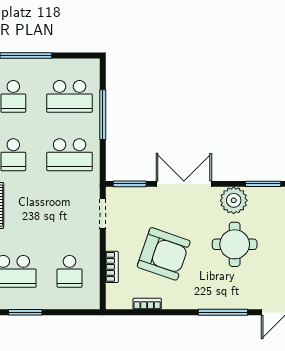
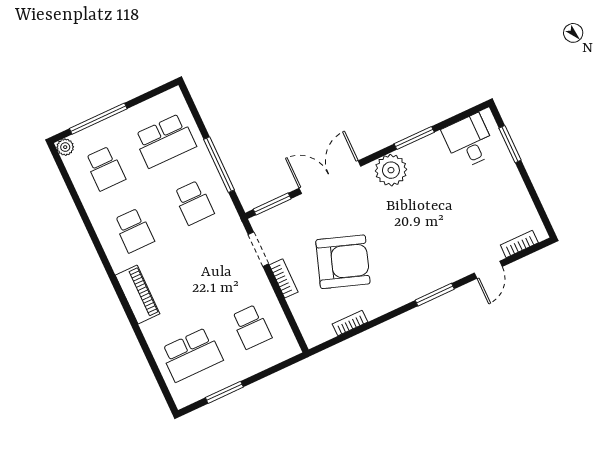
window: (103, 115) -> (219, 165), moved
school desk: (70, 155) -> (194, 203), width x0.54
round table: (235, 244) -> (414, 217), removed
bookcase: (112, 267) -> (284, 278), moved
window: (223, 312) -> (435, 295), width x0.69

